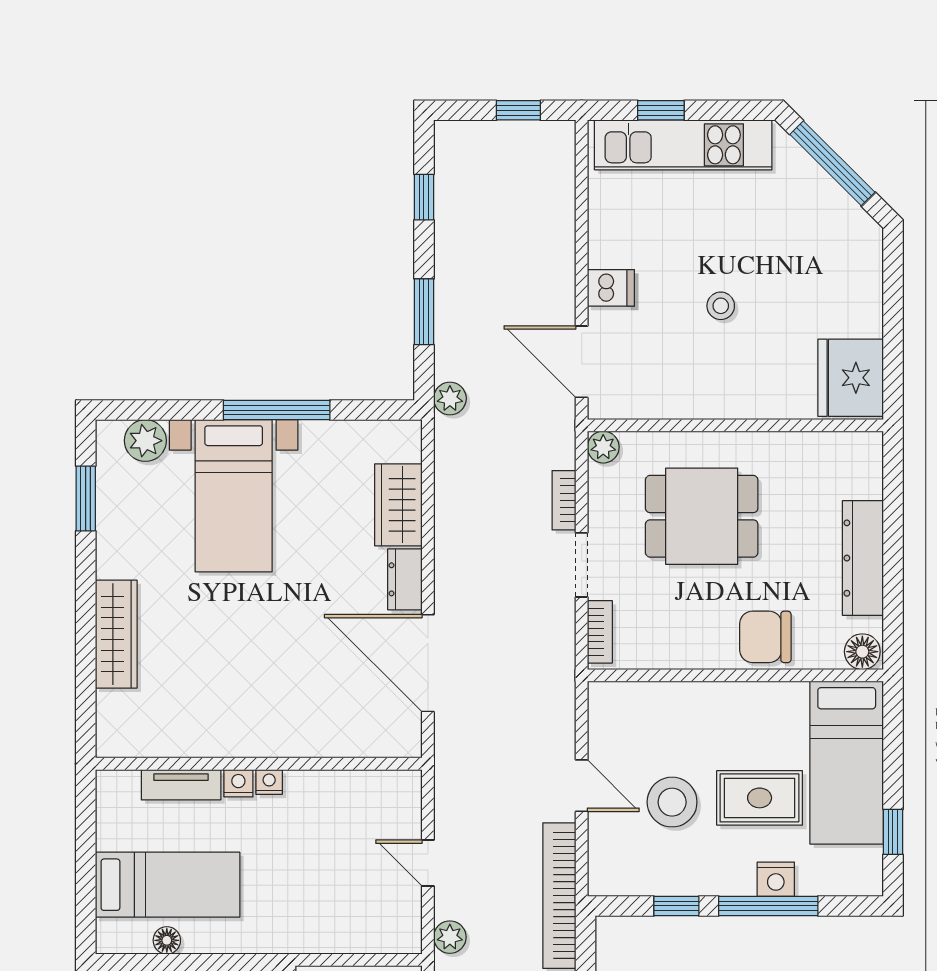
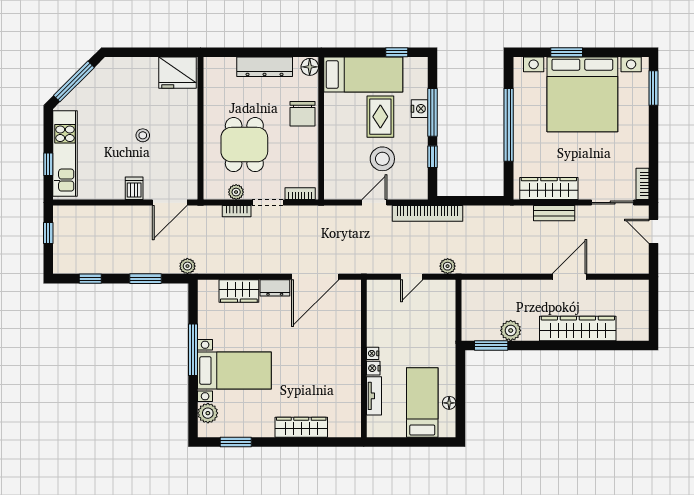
plant: (603, 447) -> (236, 192), moved

